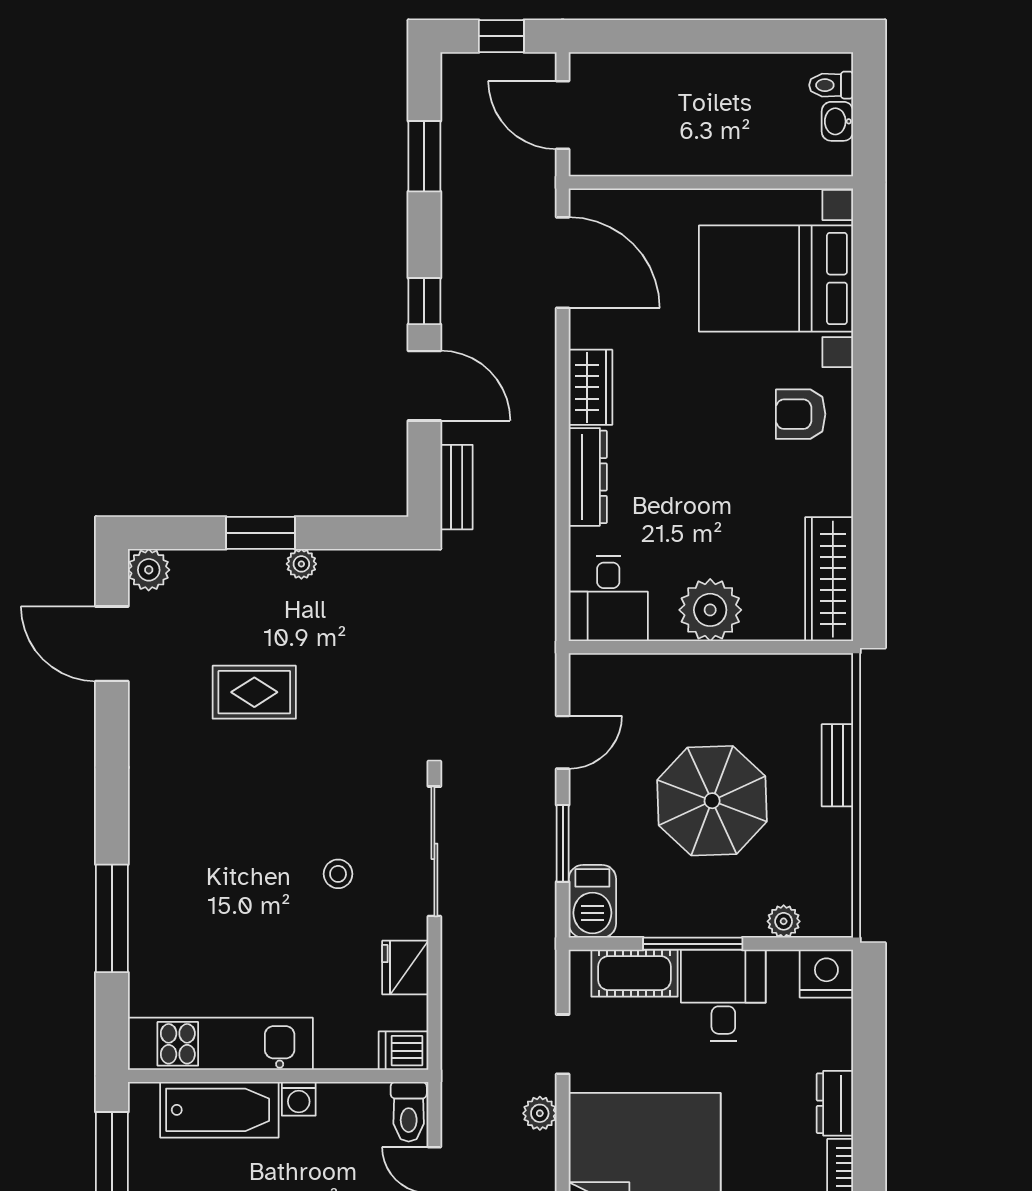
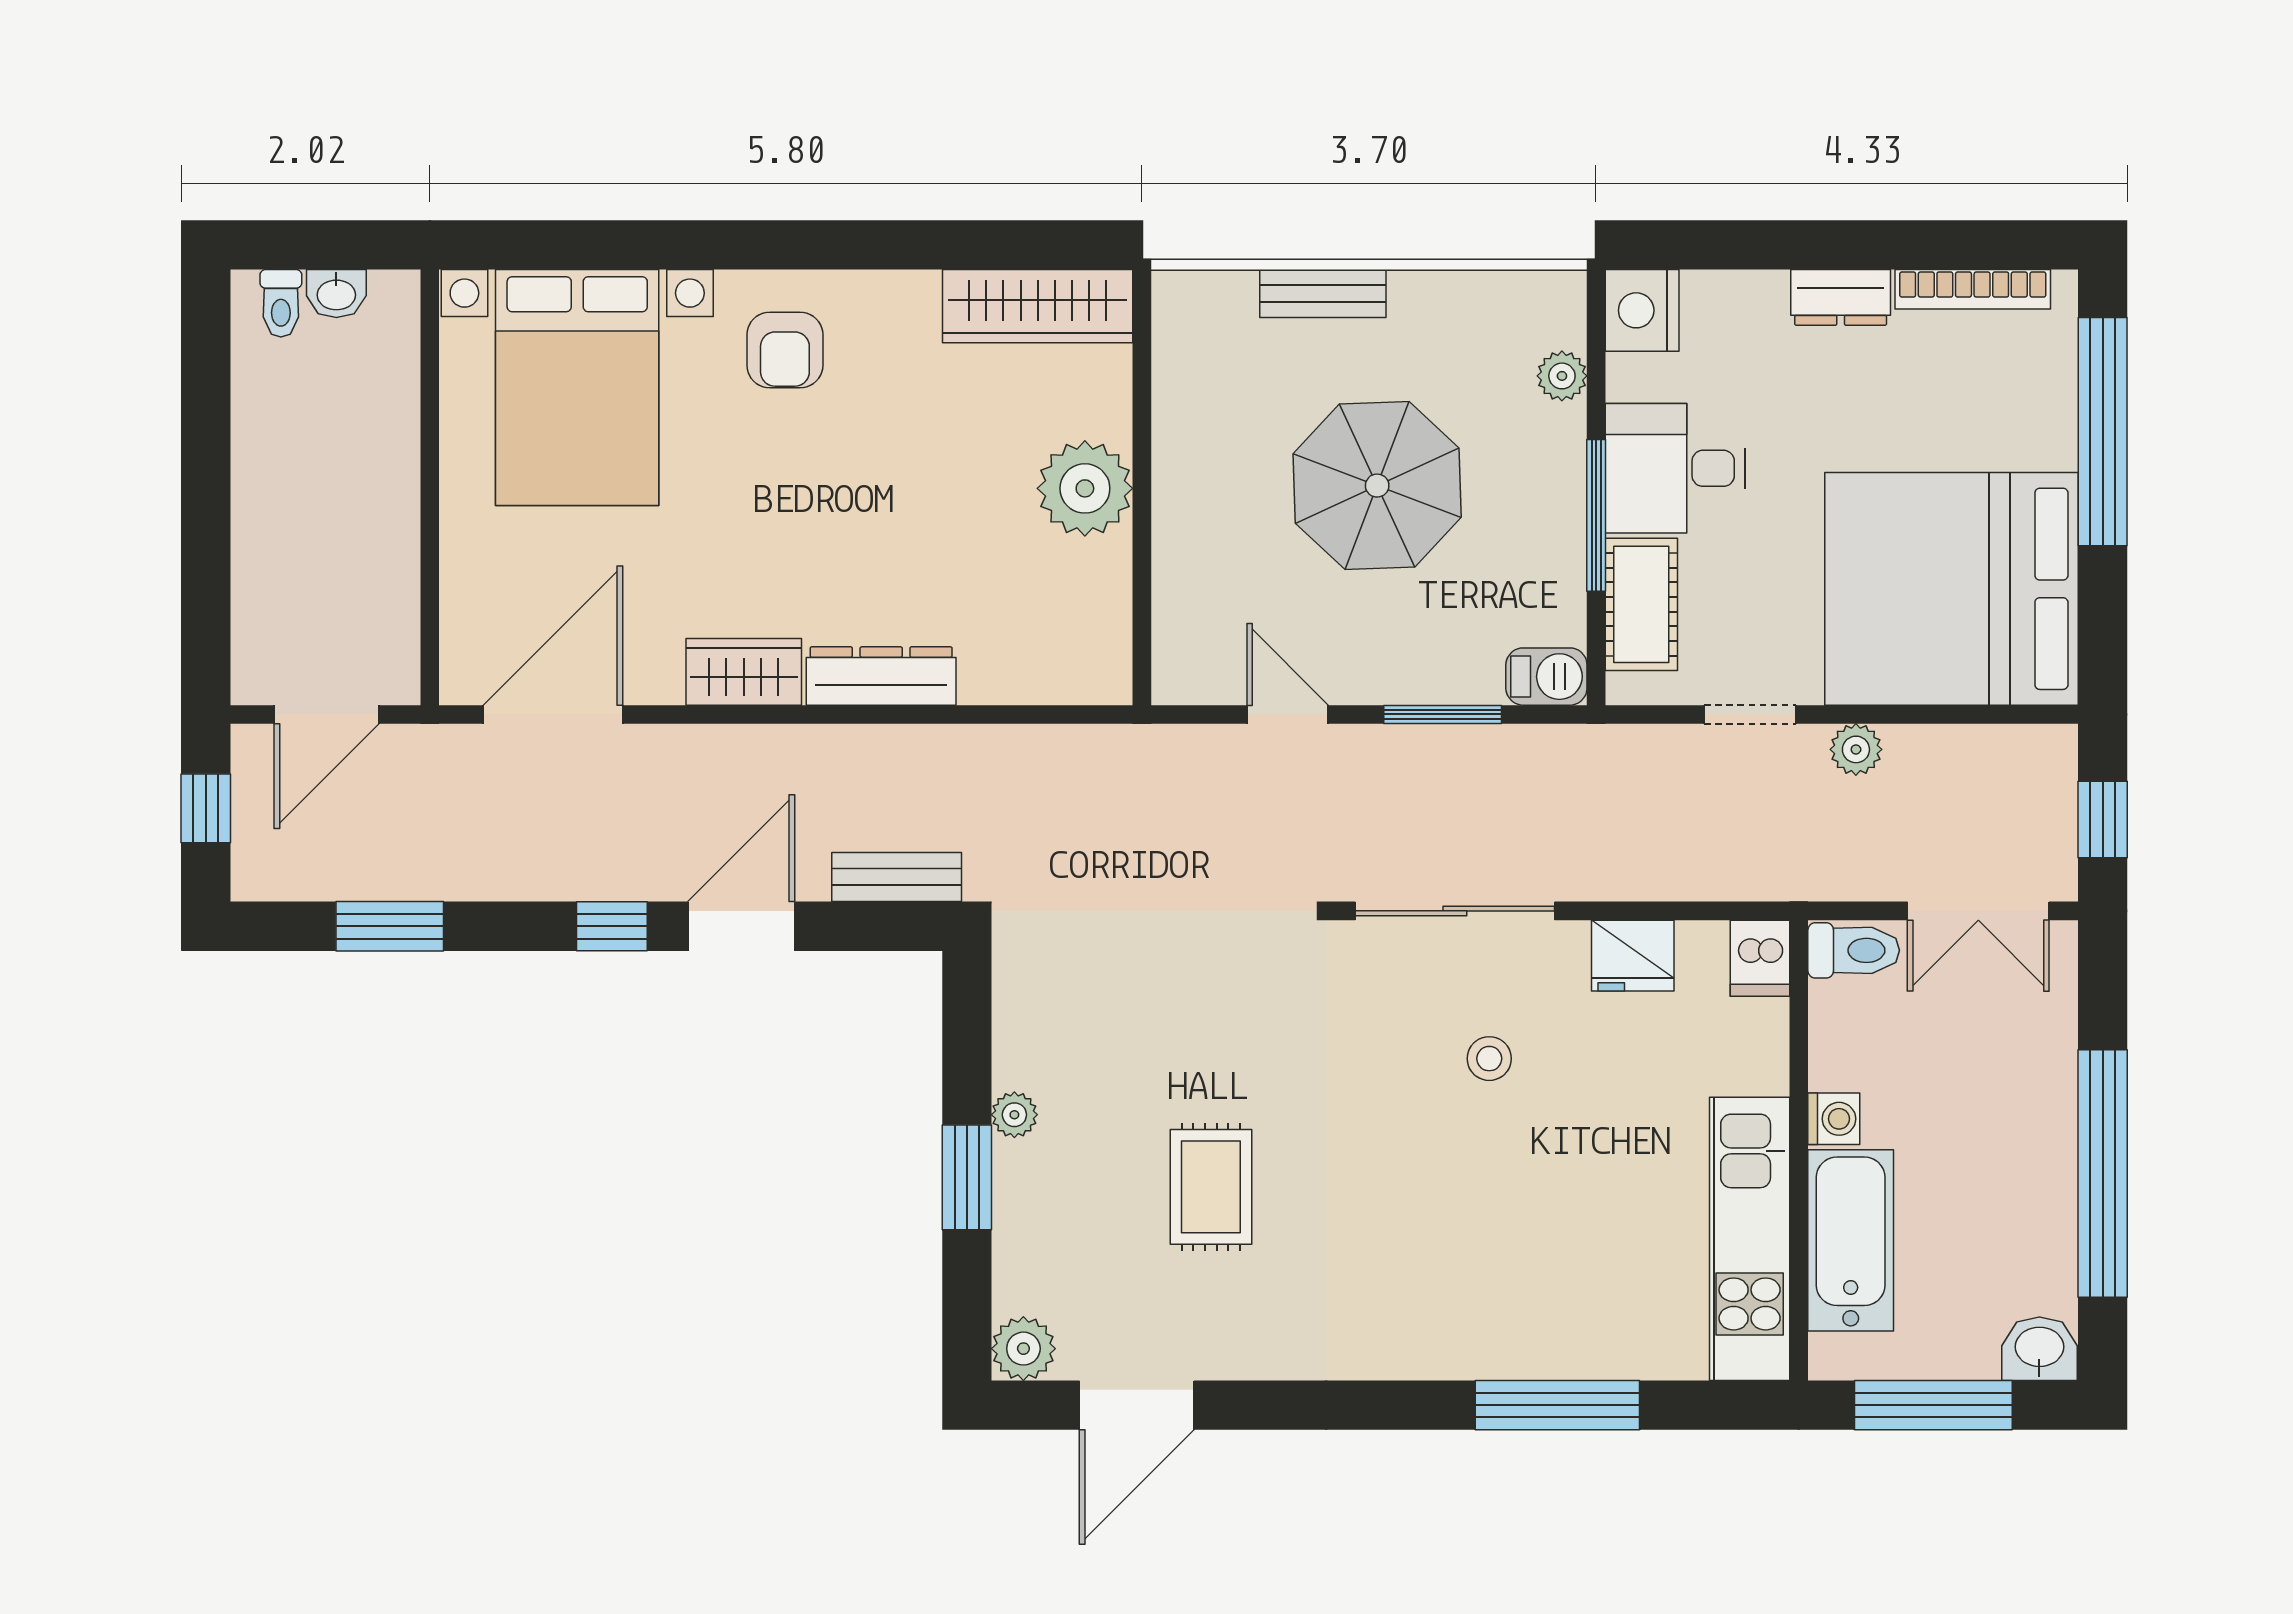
desk: (608, 598) -> (1067, 645), removed
barbecue: (592, 901) -> (1546, 677), width x0.73, depth x0.79

